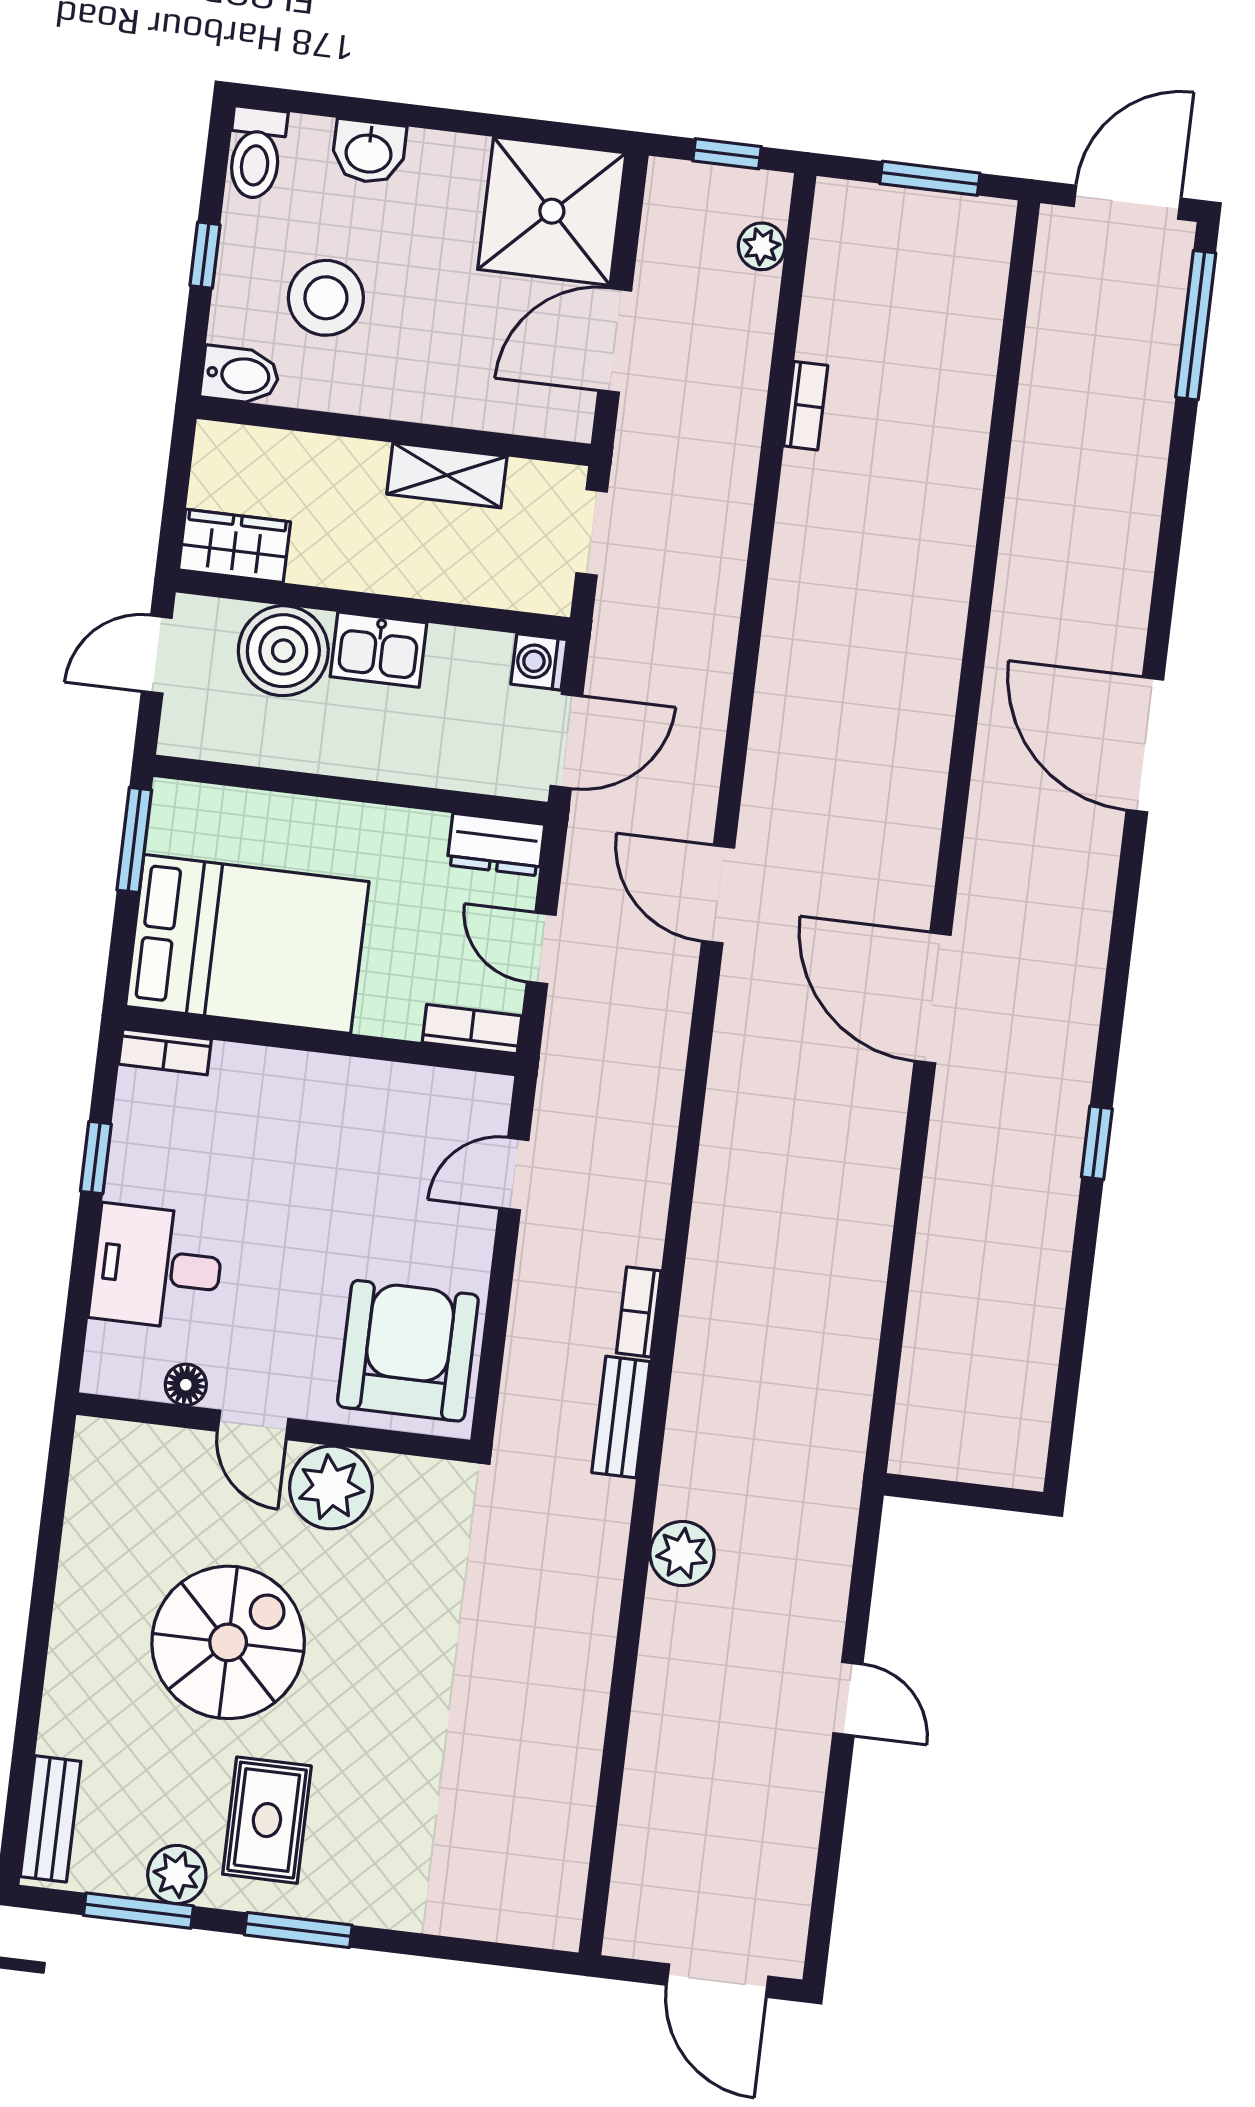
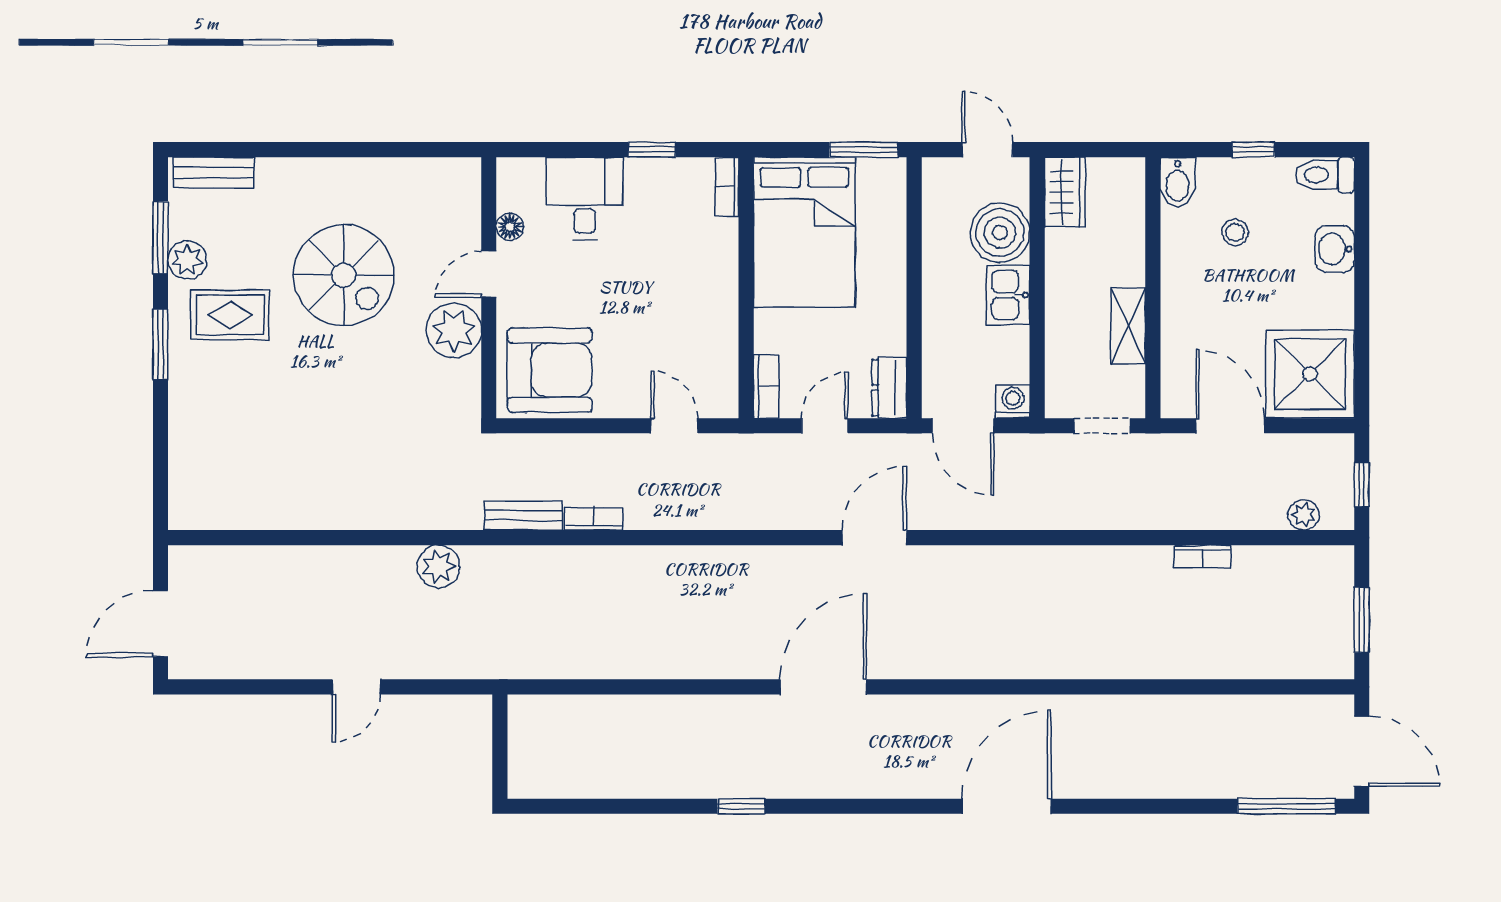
stool: (326, 298) -> (1235, 233), width x0.53, depth x0.53

